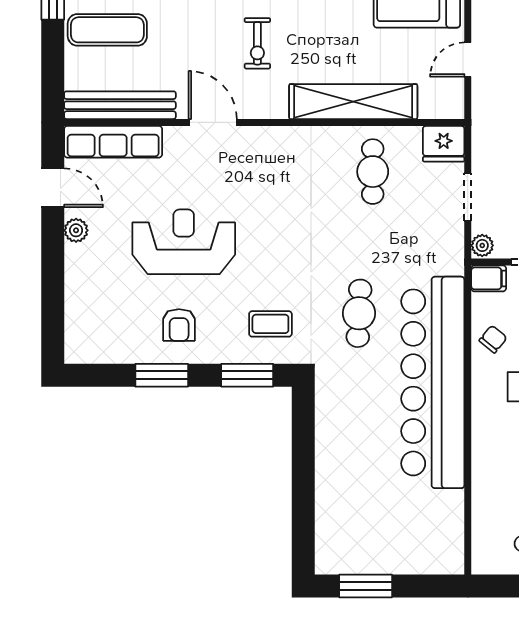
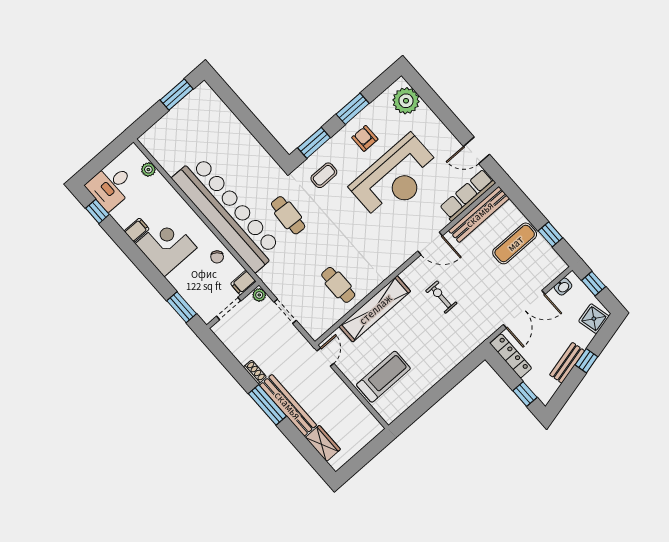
door: (468, 59) -> (325, 357), moved
fridge: (444, 144) -> (317, 326), removed
plant: (76, 230) -> (406, 101), moved, width x1.88, depth x1.88
reception desk: (184, 242) -> (396, 178), width x1.36, depth x1.30
plant: (483, 523) -> (148, 170), added

